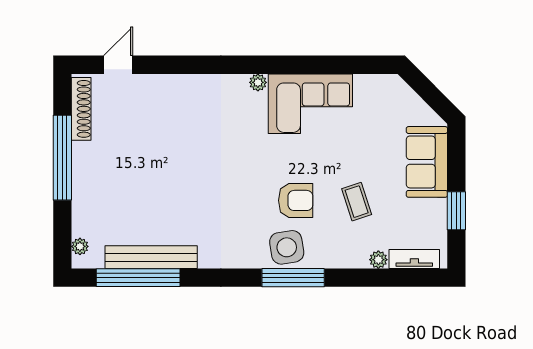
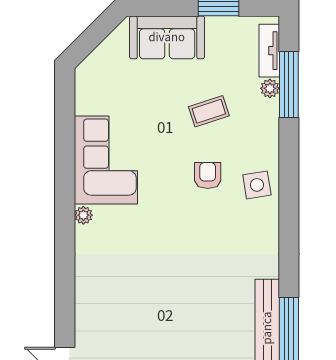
armchair: (296, 200) -> (208, 175), width x0.72, depth x0.72
side table: (287, 247) -> (257, 185), width x0.73, depth x0.73
window: (293, 278) -> (289, 85), moved

